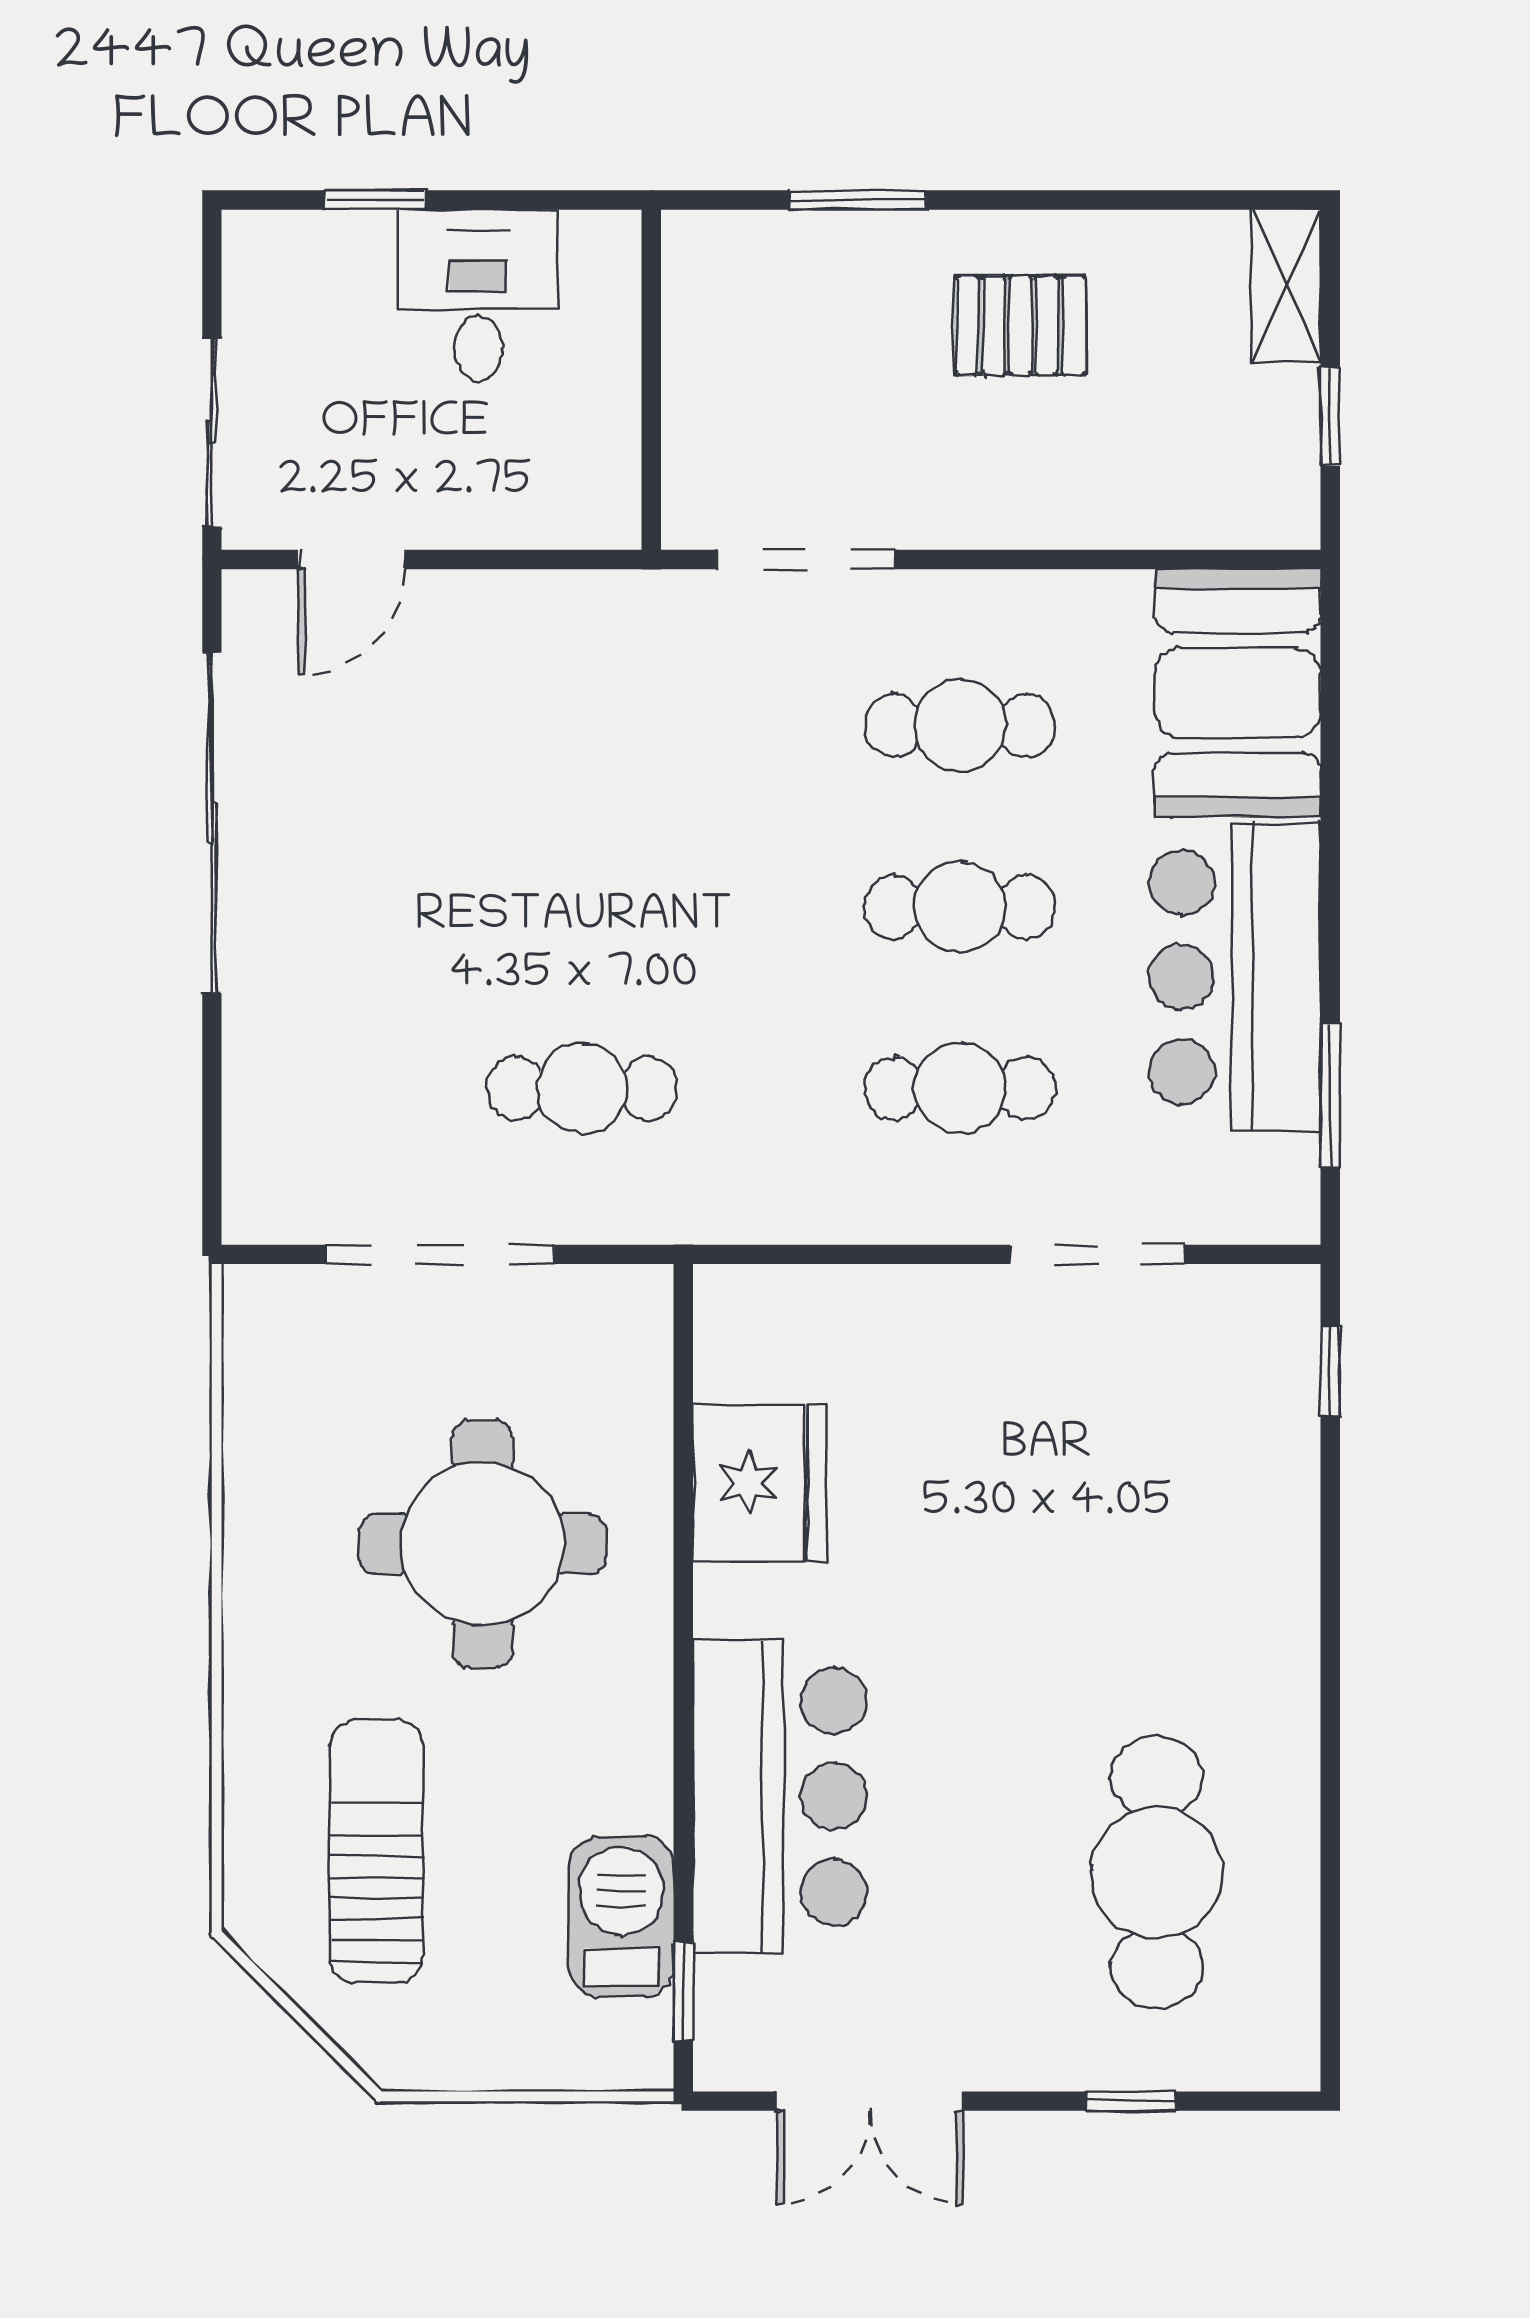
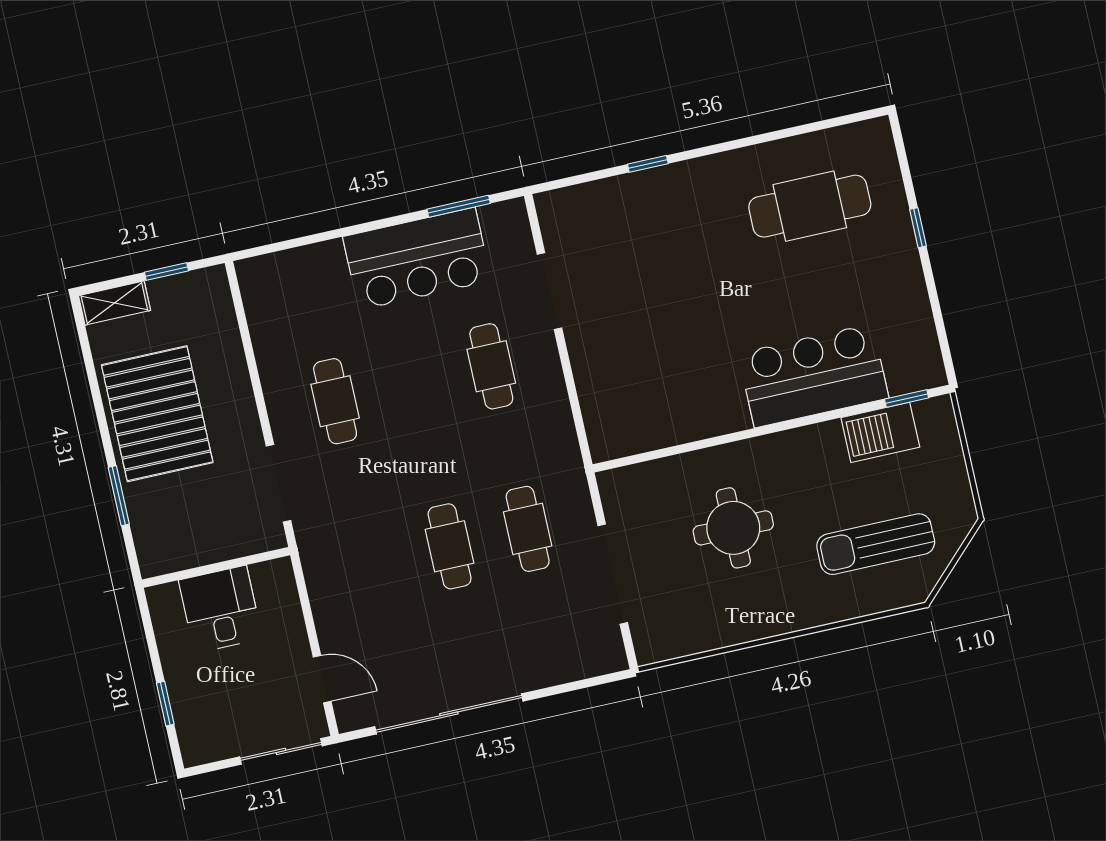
desk: (478, 295) -> (220, 609), moved, turned 90
pallet: (1020, 326) -> (157, 414), width x2.05, depth x2.00
booth: (1238, 693) -> (294, 285), removed
cafe table: (960, 907) -> (450, 546), moved
window: (1330, 1371) -> (648, 164), moved
fridge: (759, 1483) -> (680, 415), removed
round table: (483, 1544) -> (733, 528), width x0.73, depth x0.73
double door: (870, 2101) -> (936, 308), removed
window: (1131, 2101) -> (918, 228), moved

